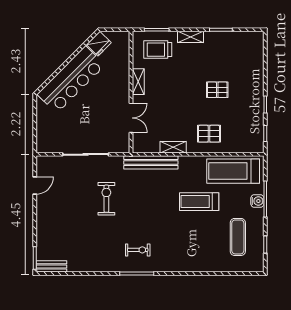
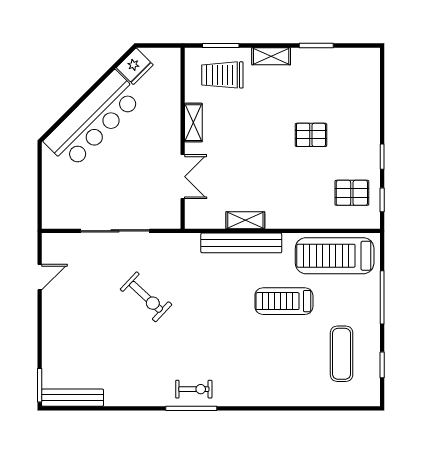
pallet: (209, 134) -> (352, 193), moved
bench: (151, 162) -> (241, 243), moved
exercise bike: (106, 199) -> (146, 297), turned 133
water cooler: (257, 201) -> (371, 300), removed
exercise bike: (138, 250) -> (194, 389), moved
bench: (51, 266) -> (73, 398), width x1.36

